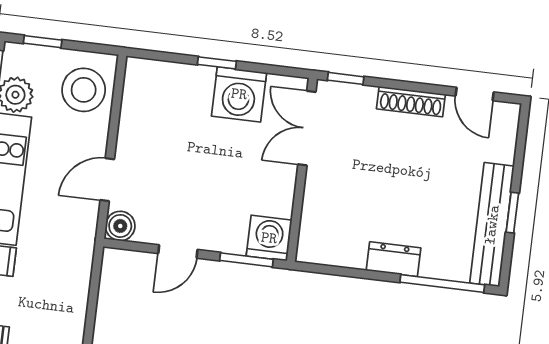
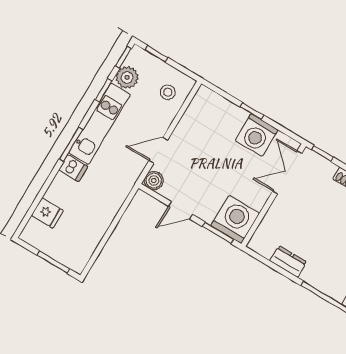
stool: (84, 90) -> (168, 92), width x0.53, depth x0.53
washing machine: (269, 238) -> (235, 219), width x1.37, depth x1.37
dresser: (394, 259) -> (288, 261), moved

